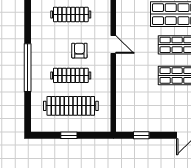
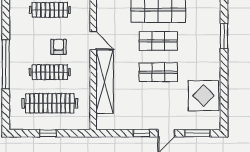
shelving: (124, 85) -> (105, 82), added
window: (141, 135) -> (141, 133), moved

